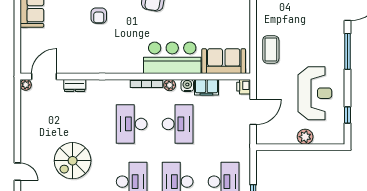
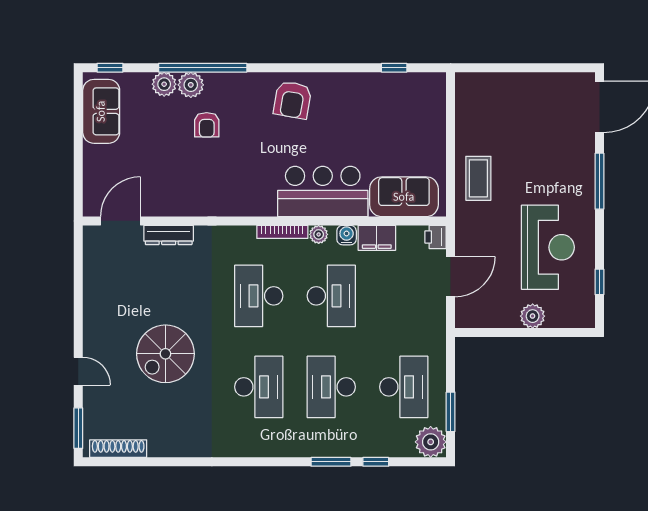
plant: (26, 85) -> (91, 234), removed
dresser: (75, 85) -> (169, 235), width x1.44

